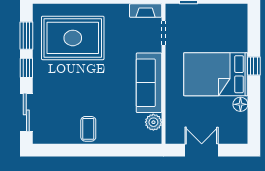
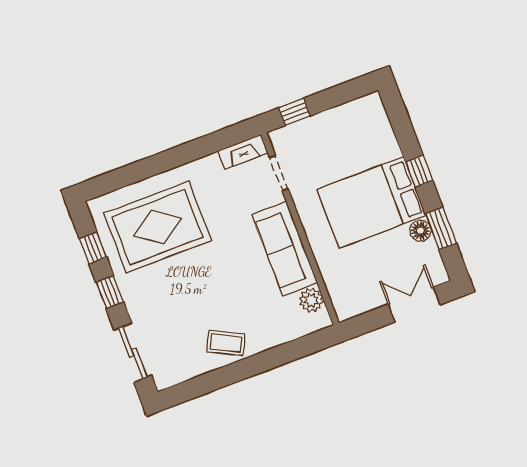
window: (26, 36) -> (93, 248), width x0.67
window: (254, 108) -> (441, 229), added
coffee table: (88, 129) -> (226, 343), turned -63
double door: (202, 150) -> (414, 304), moved

